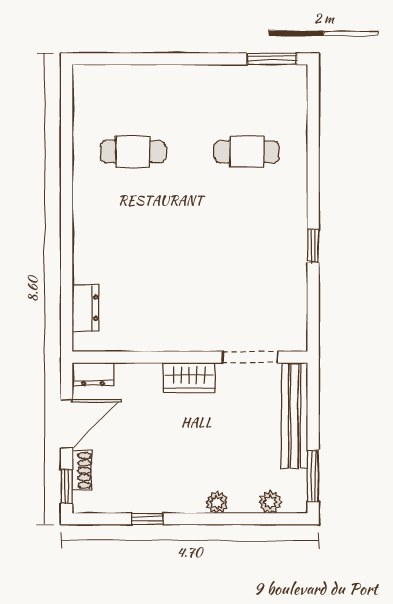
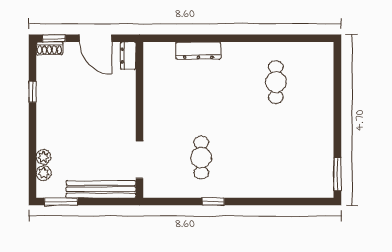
cafe table: (247, 152) -> (201, 158), moved
dresser: (85, 308) -> (198, 51), moved, width x1.44
wardrobe: (189, 378) -> (126, 119), removed
shoe rack: (82, 470) -> (49, 48), moved
plant: (217, 502) -> (43, 157), moved

